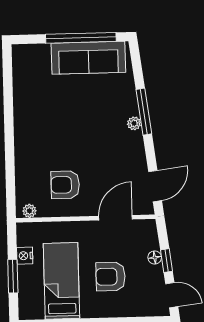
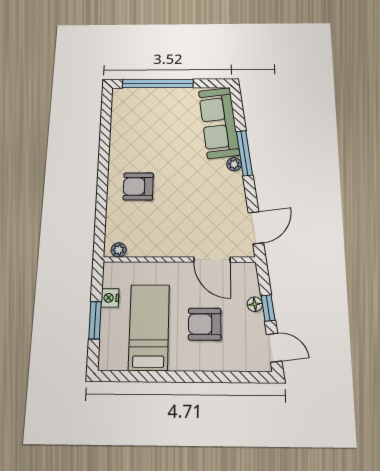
window: (81, 38) -> (158, 84), moved
sofa: (88, 58) -> (219, 123), moved, turned 83
armchair: (65, 185) -> (138, 186), moved
door: (116, 218) -> (212, 260), swing flipped

